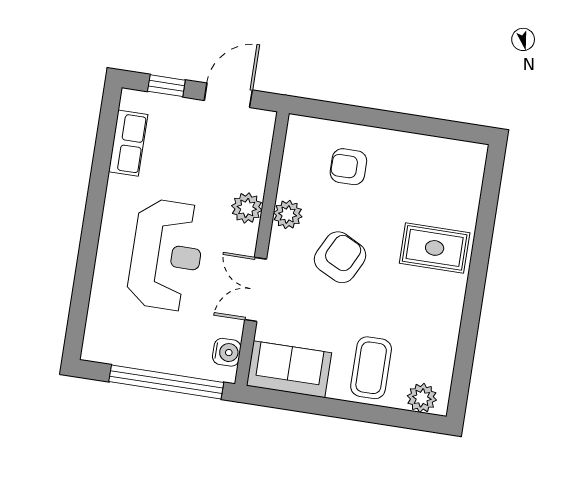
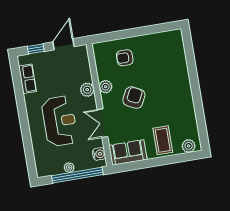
rug: (435, 248) -> (173, 80), removed
plant: (154, 360) -> (69, 168), added

